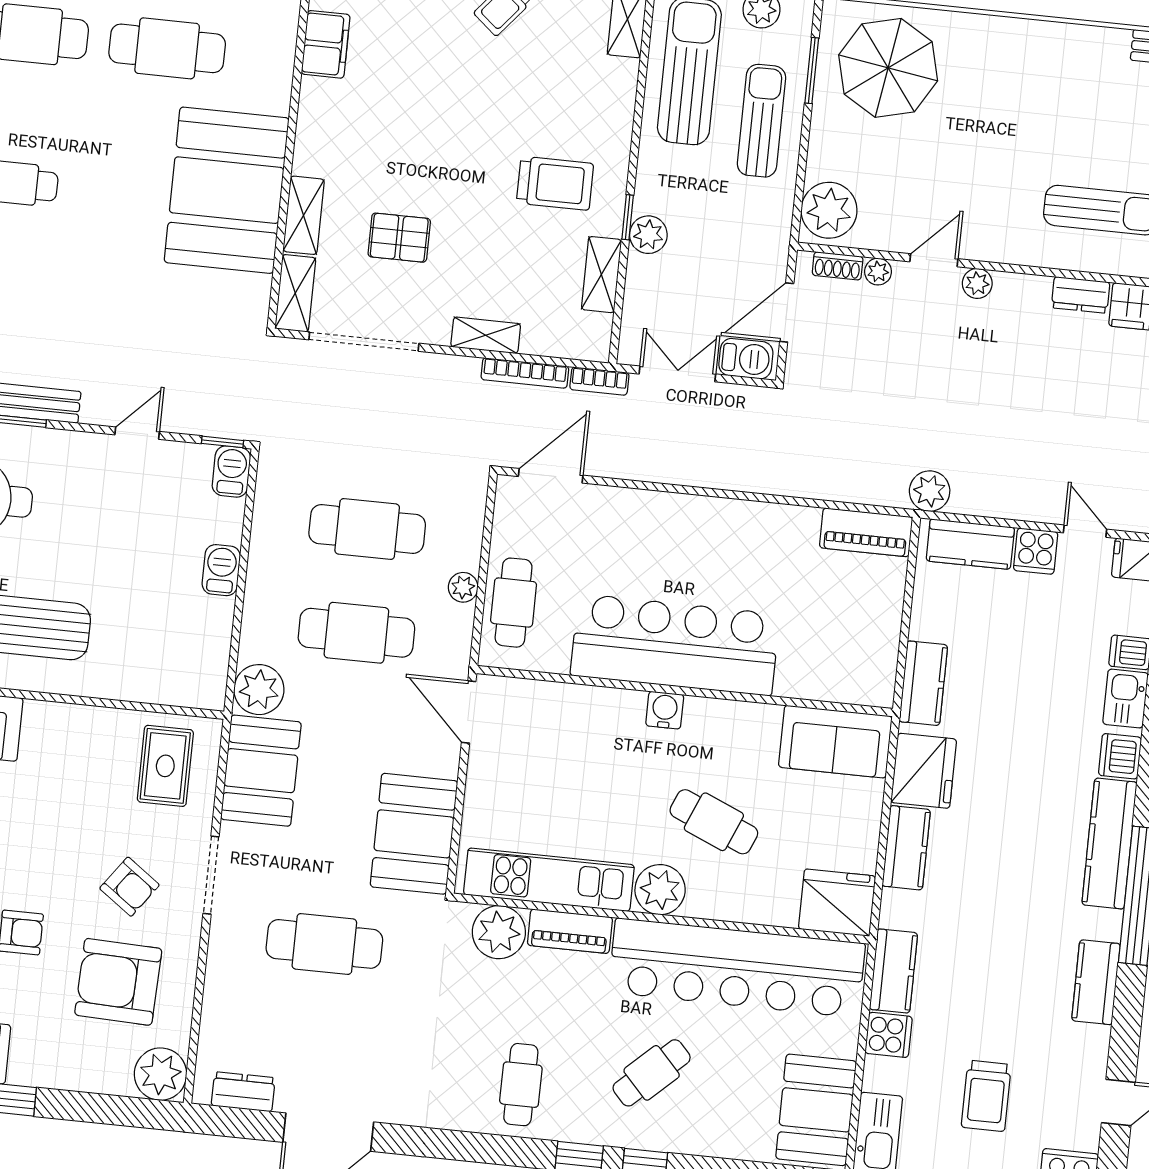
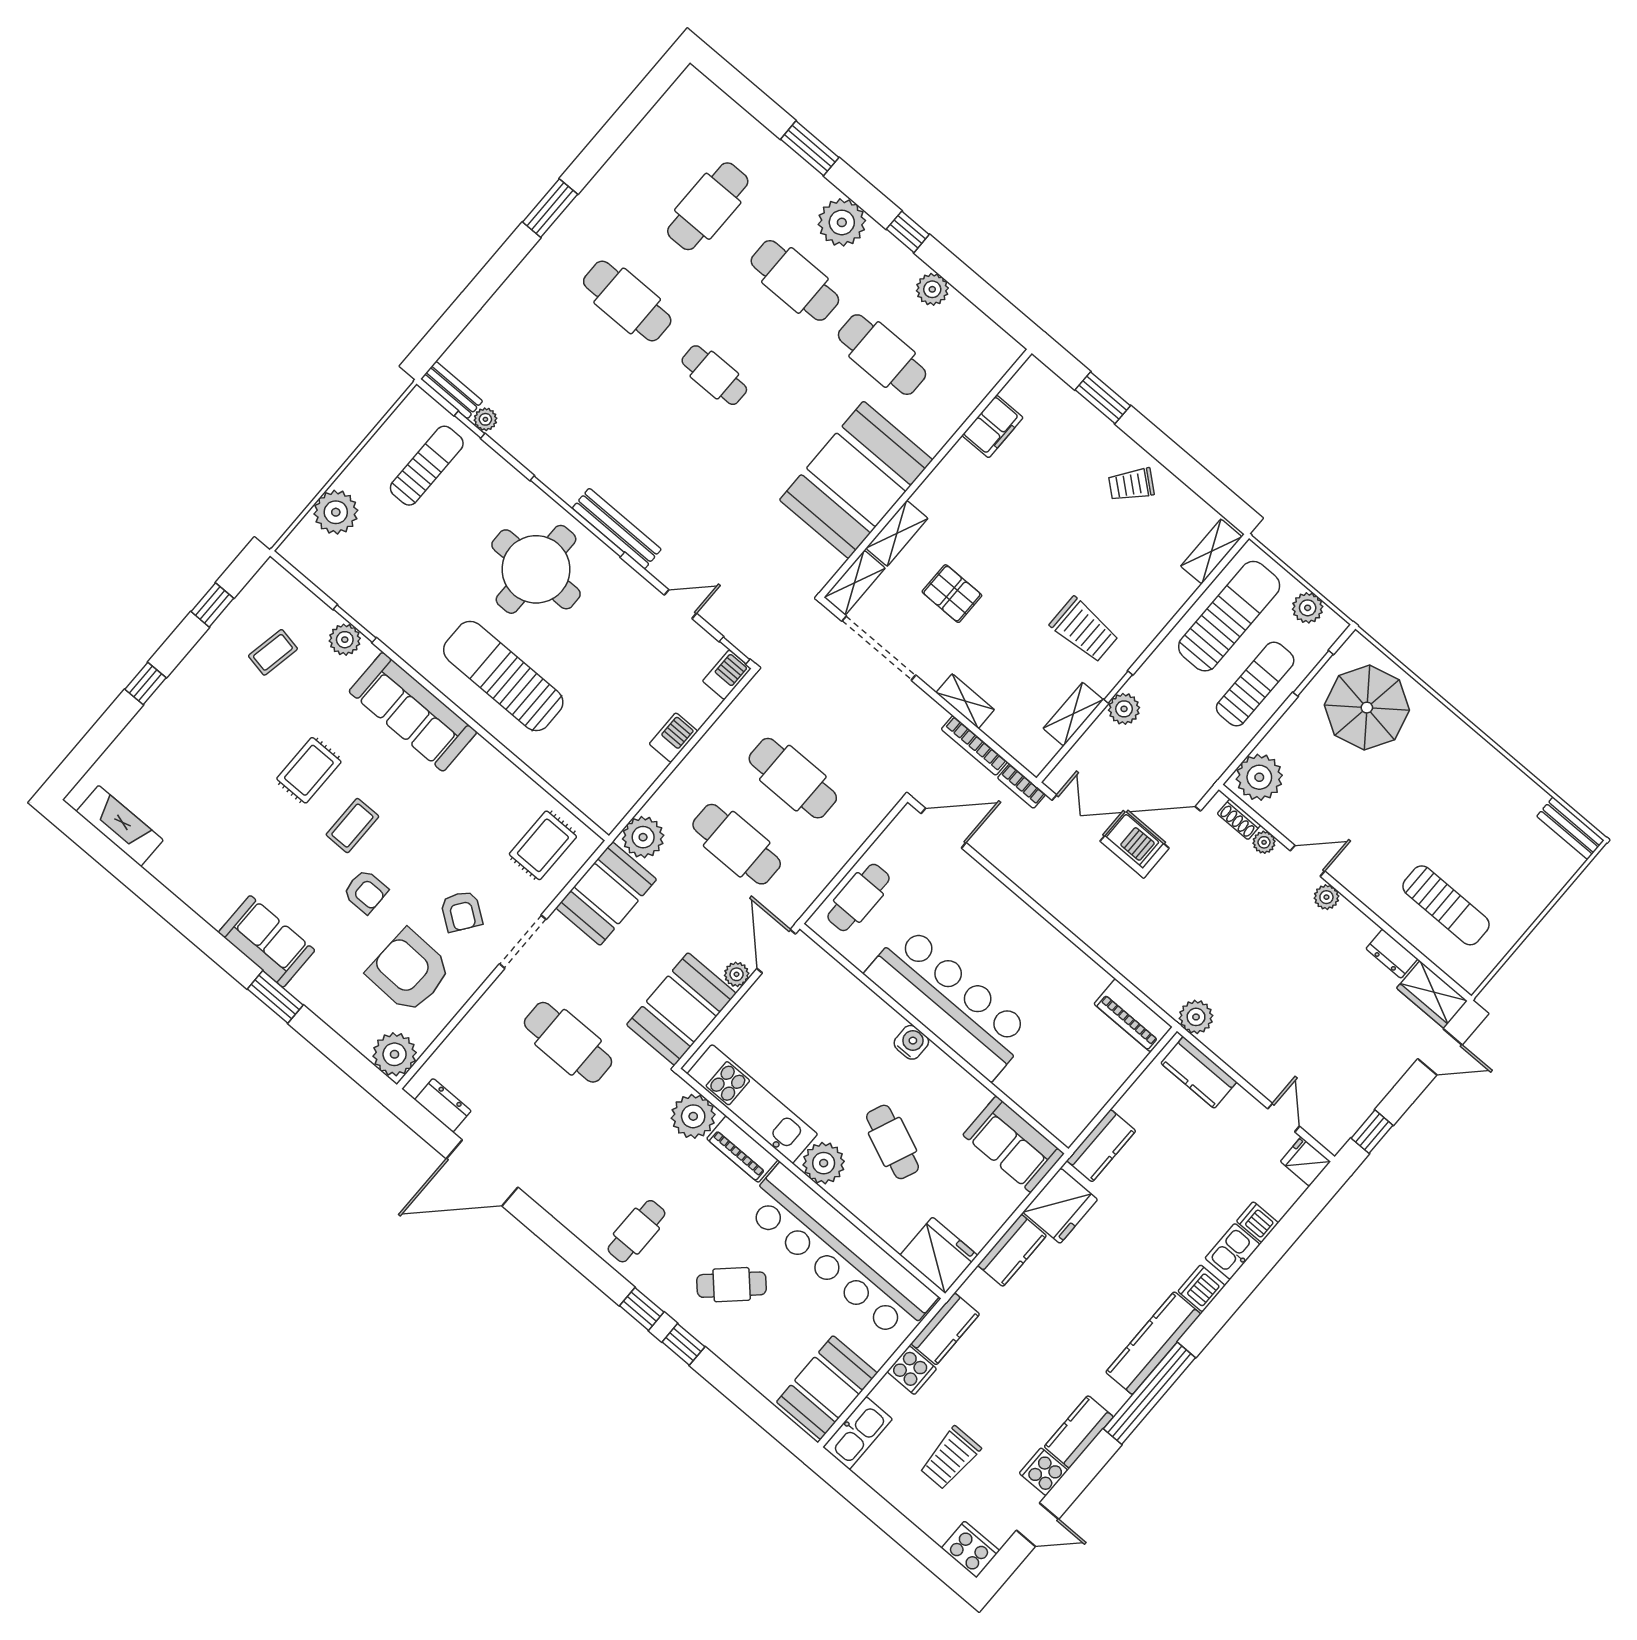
cooker: (1036, 551) -> (1044, 1472), moved, turned 90
plant: (463, 587) -> (737, 974), moved

